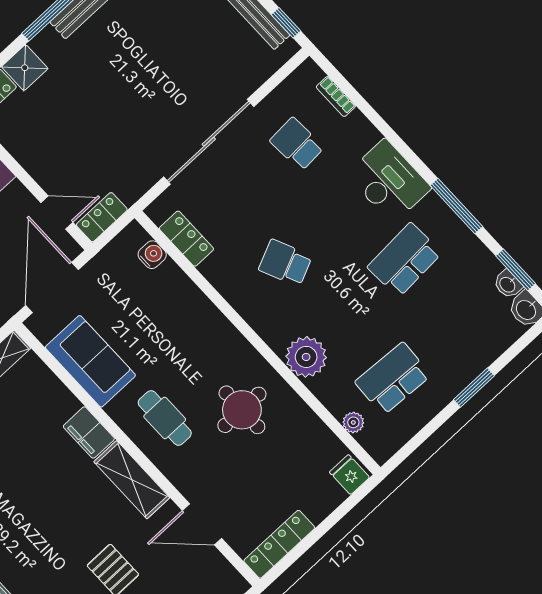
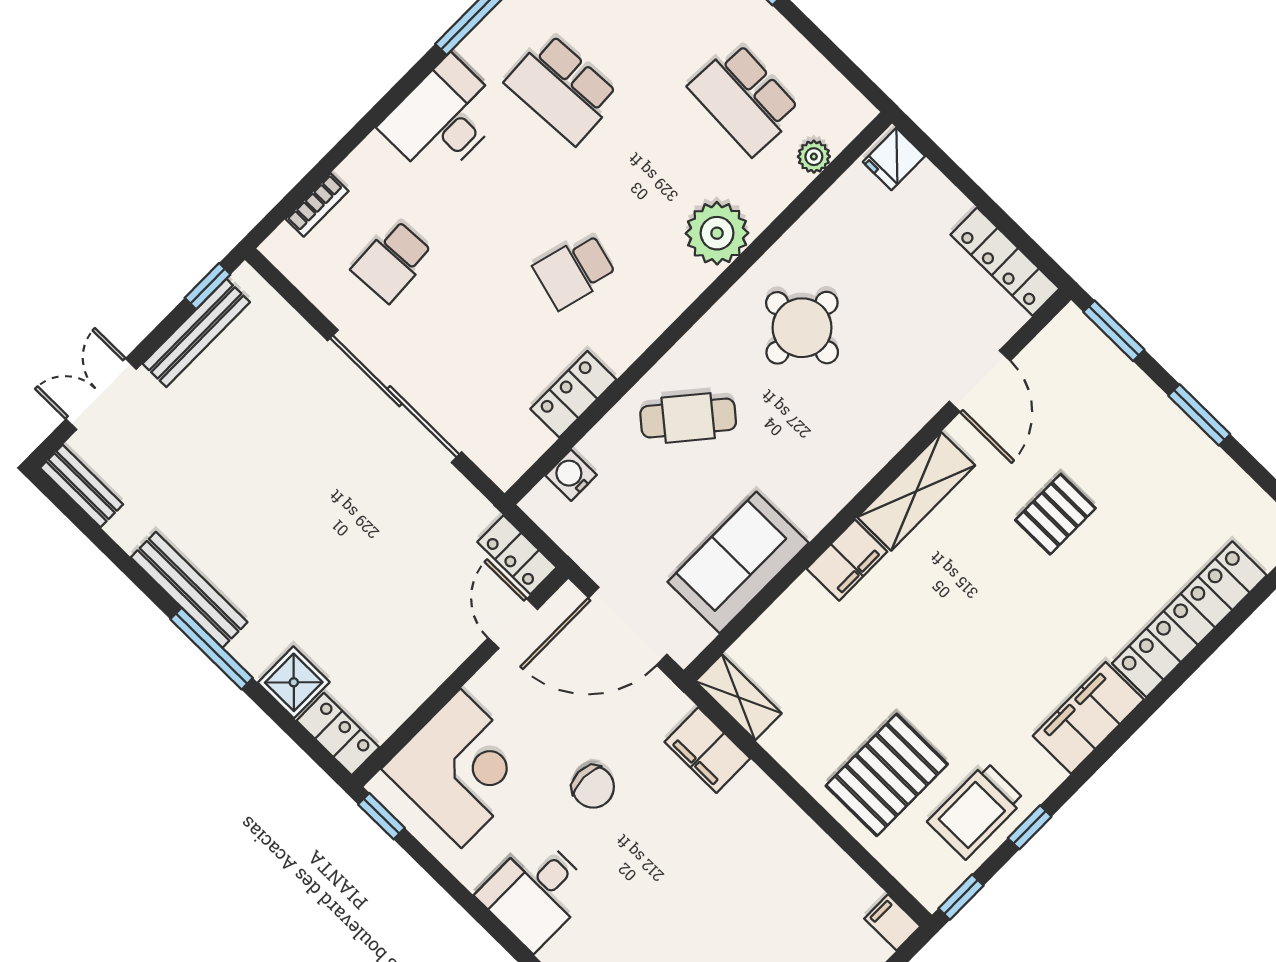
locker: (186, 239) -> (573, 394), moved
school desk: (285, 263) -> (575, 271), turned 39
cafe table: (165, 418) -> (688, 418), moved, turned 40

